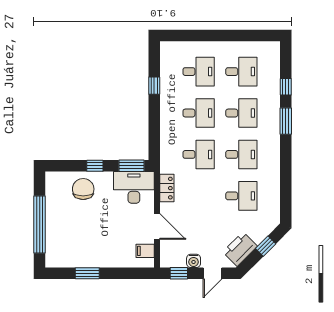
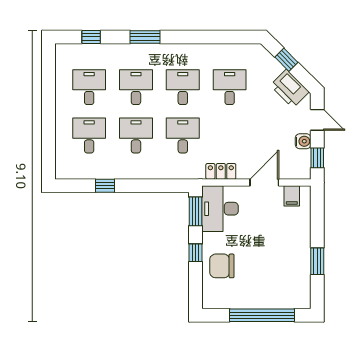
window: (286, 87) -> (91, 37), moved

